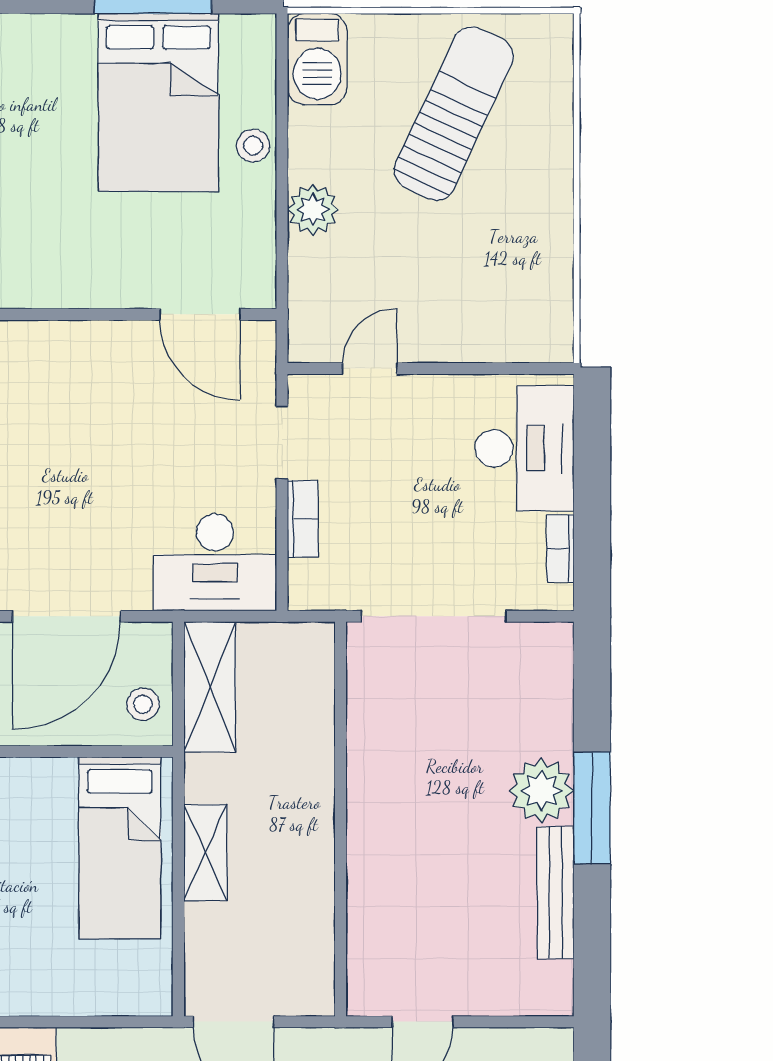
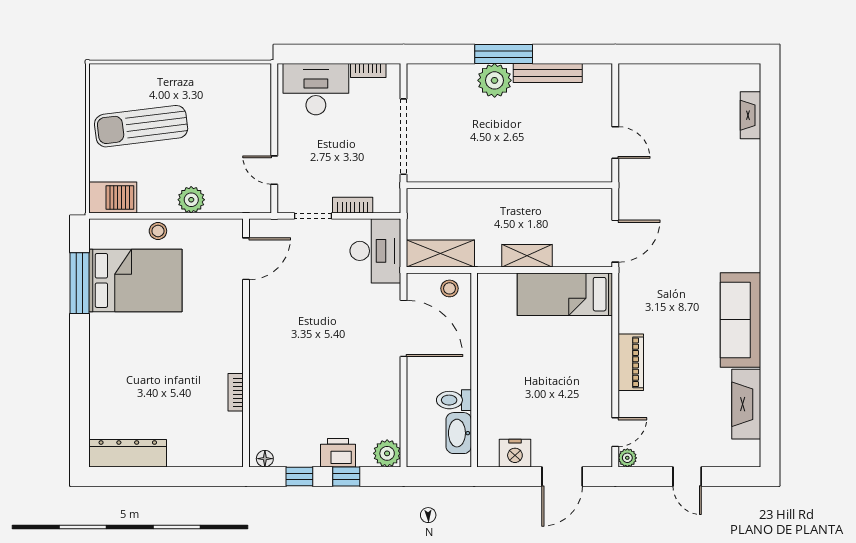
sun lounger: (454, 113) -> (141, 126), turned -32
bed: (120, 848) -> (565, 294), moved, turned 180

